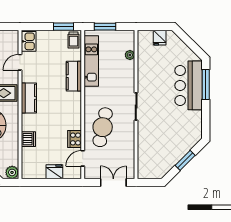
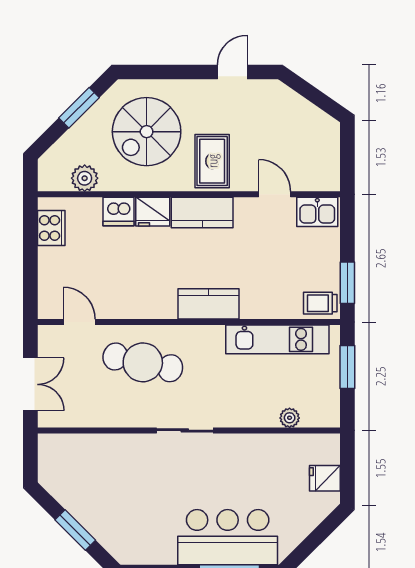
kitchen counter: (74, 76) -> (209, 304), moved
cooker: (75, 139) -> (51, 228), moved, turned 90
plant: (12, 172) -> (85, 178), moved
fridge: (54, 172) -> (153, 212), moved, turned 90

